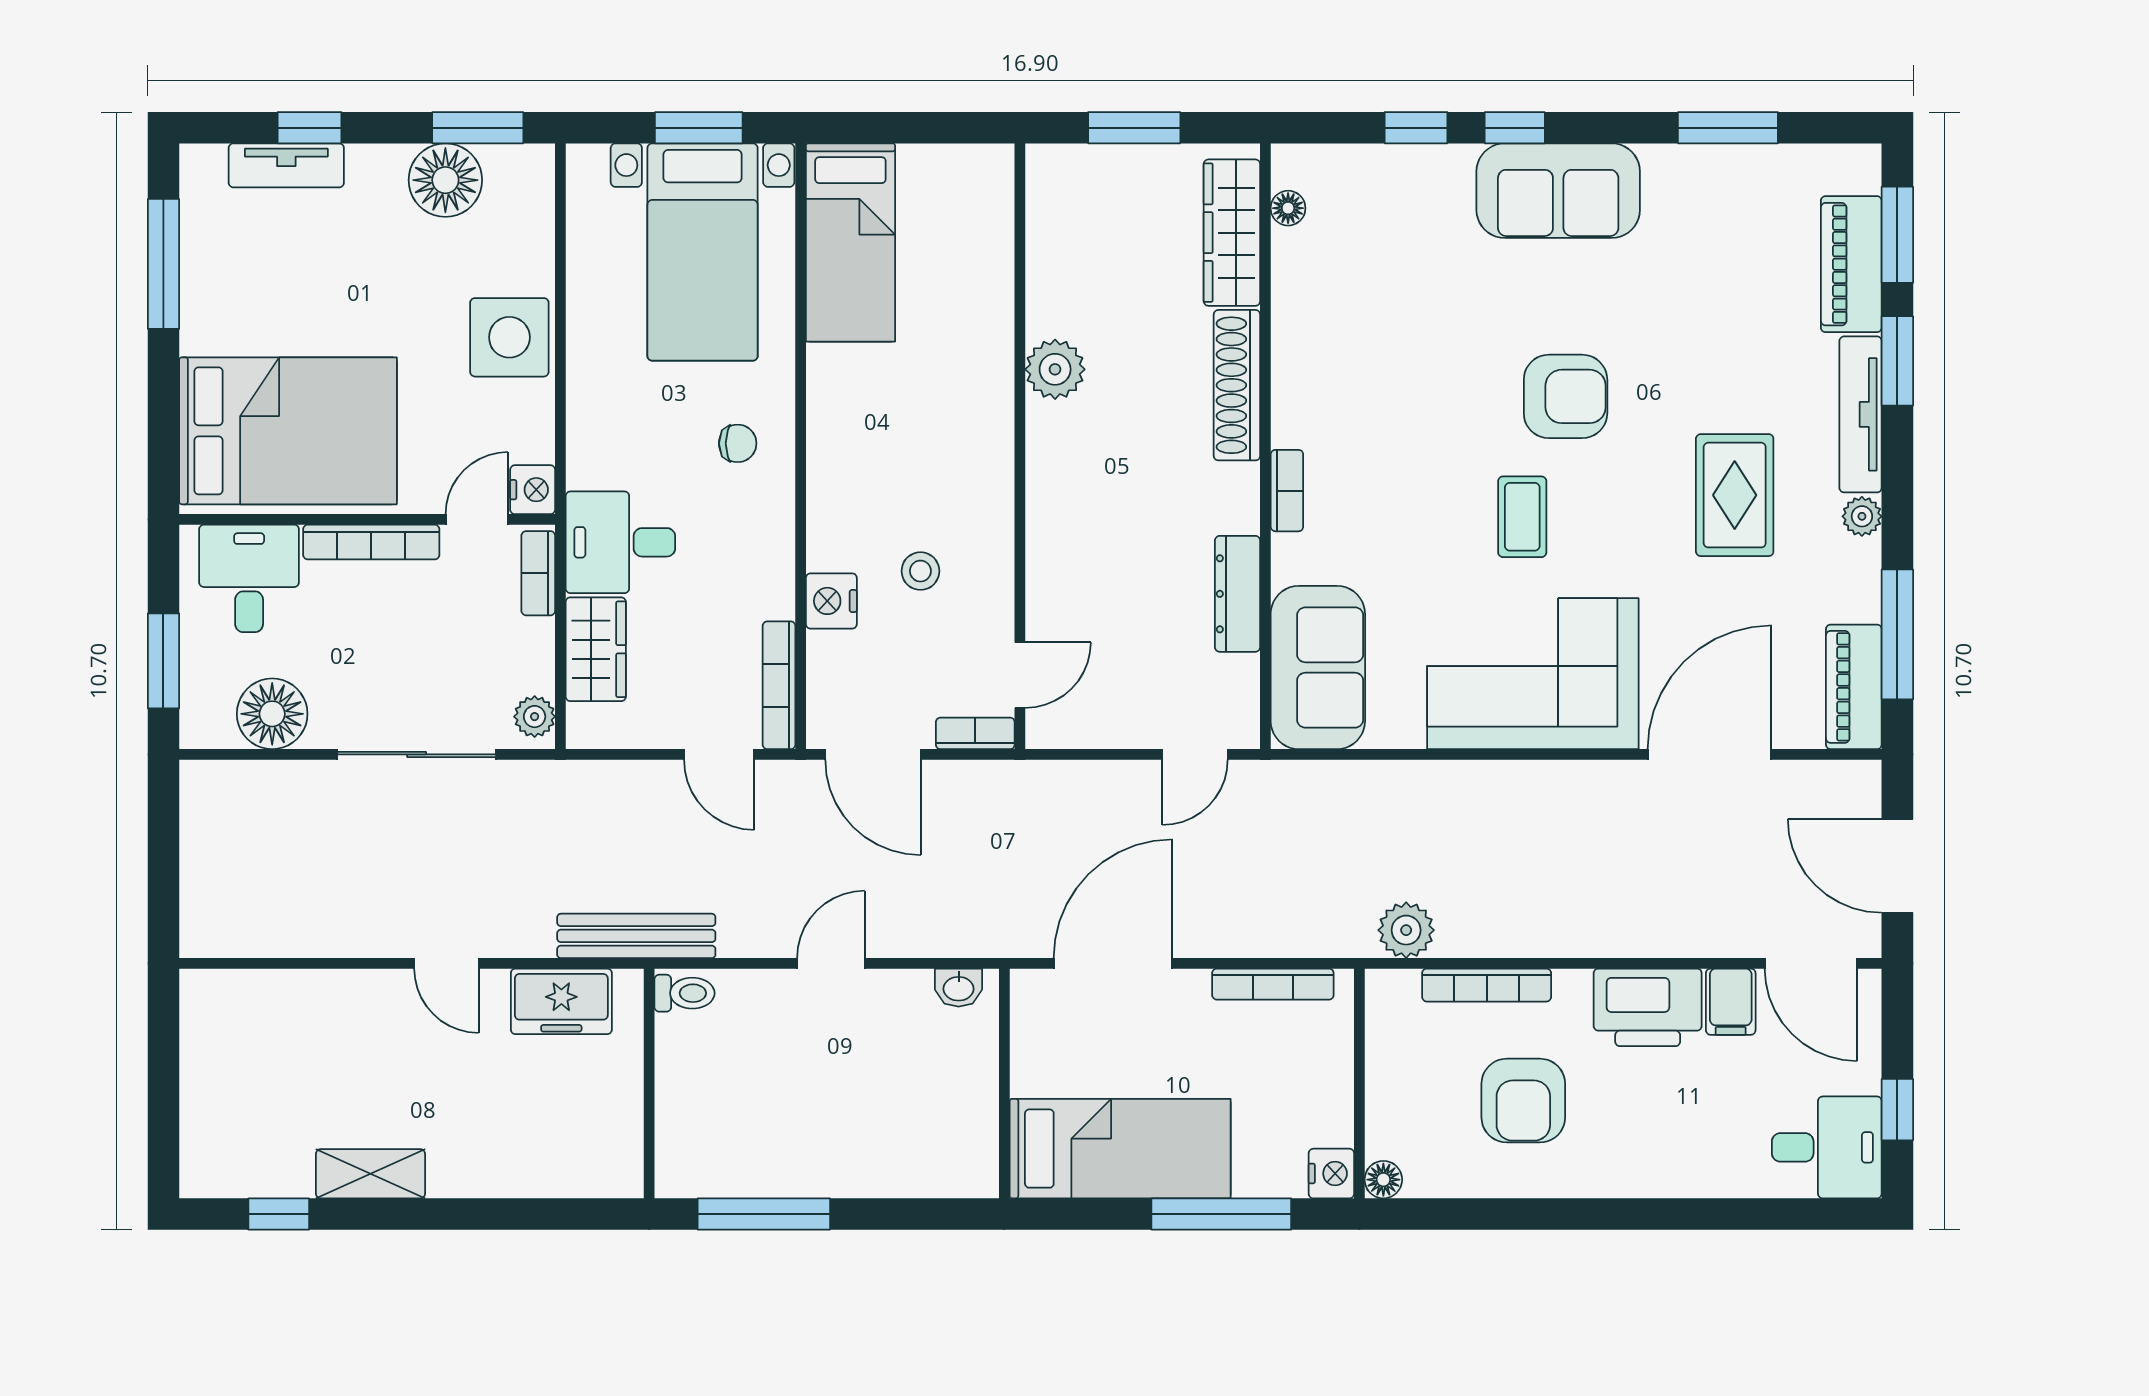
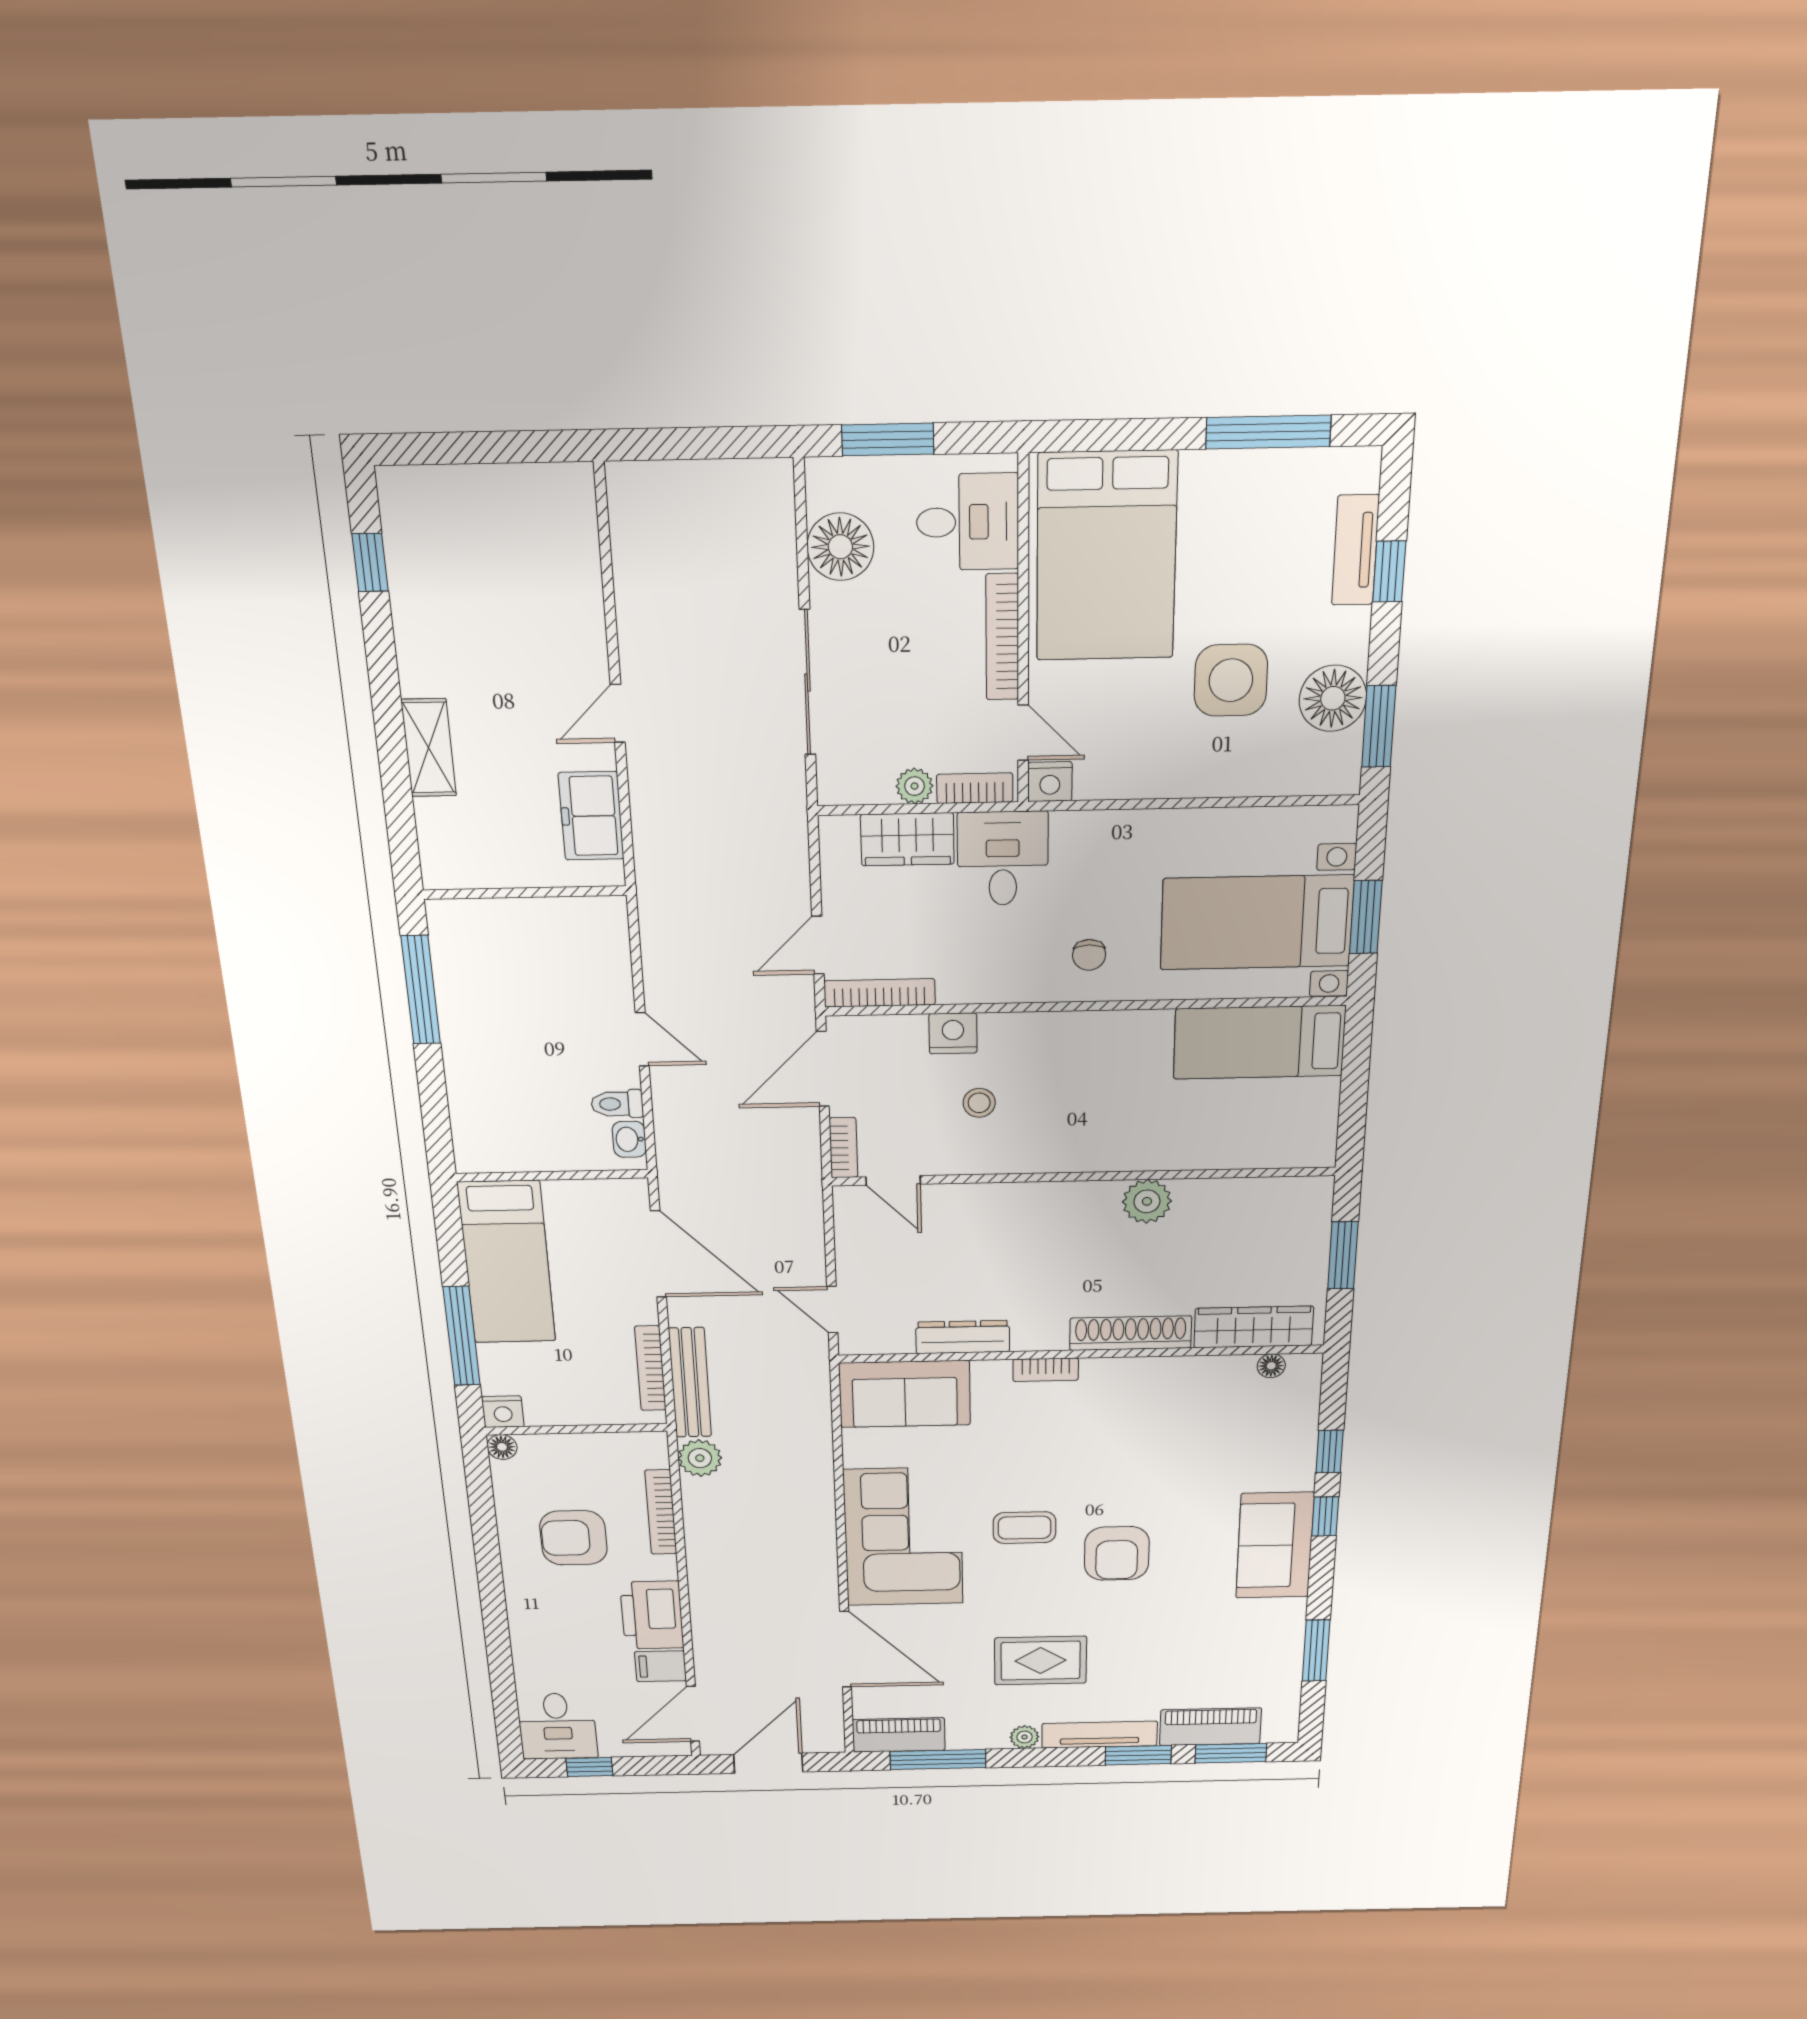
side table: (509, 337) -> (1231, 680), moved
plant: (535, 717) -> (915, 786), moved
bench: (636, 936) -> (690, 1383), moved
toilet: (684, 993) -> (617, 1104), moved, turned 90
shelving: (370, 1174) -> (429, 748), moved

